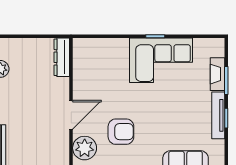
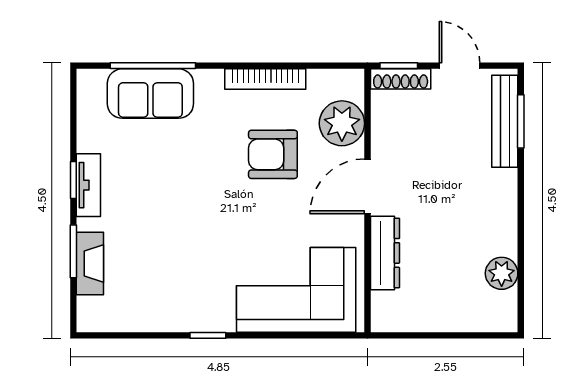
dresser: (62, 57) -> (385, 253), moved
corner sofa: (161, 60) -> (296, 290), moved
tv unit: (218, 115) -> (88, 185), width x0.71

